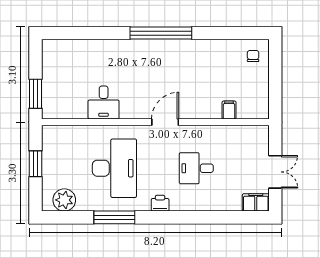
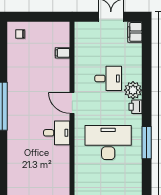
desk: (104, 102) -> (57, 133), moved
desk: (196, 168) -> (108, 78), turned -90
plant: (64, 200) -> (133, 90), moved

